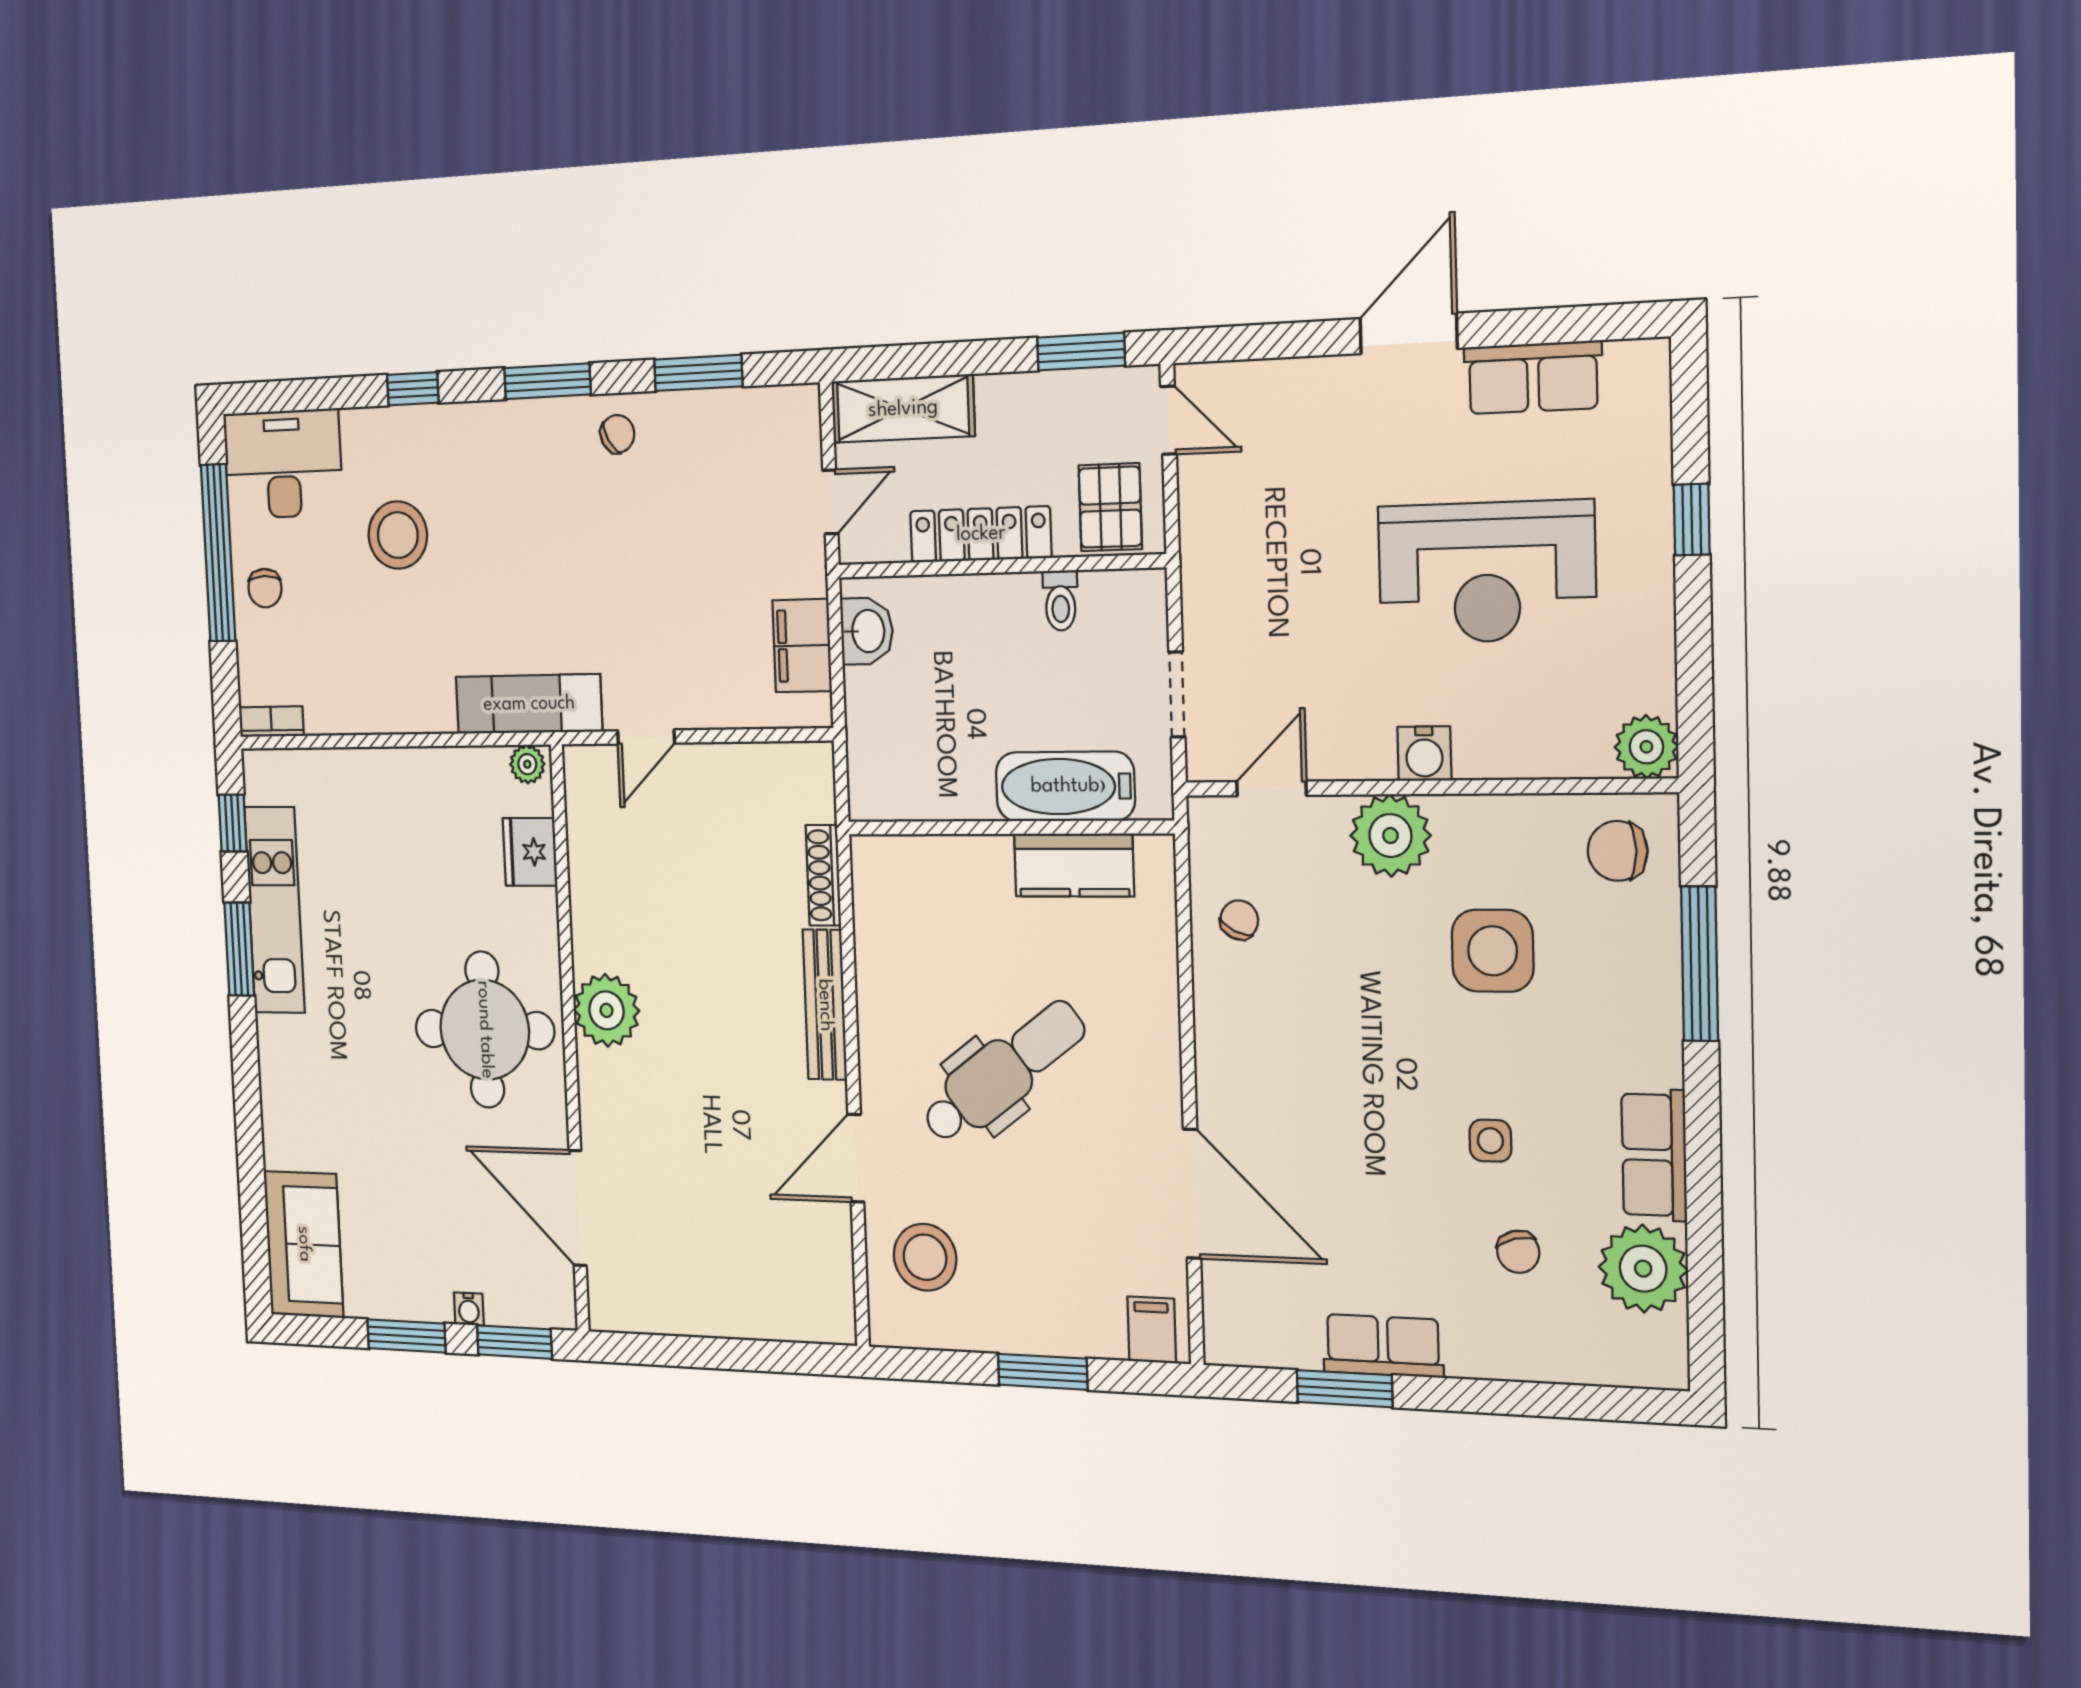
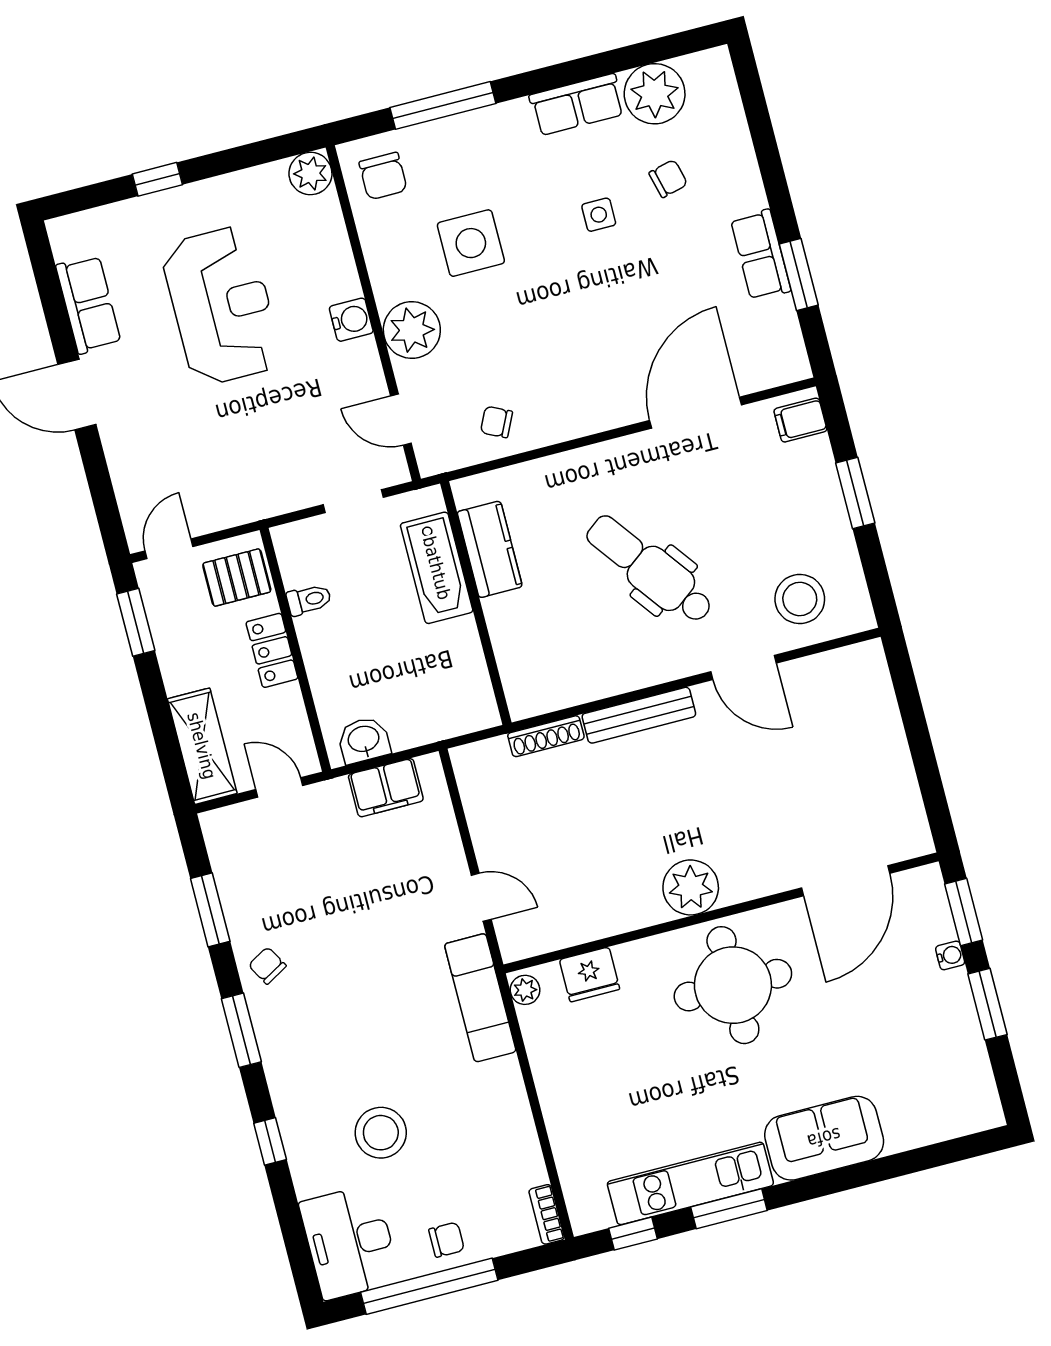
locker: (981, 534) -> (272, 650), width x0.66
sofa: (304, 1244) -> (824, 1138), moved

